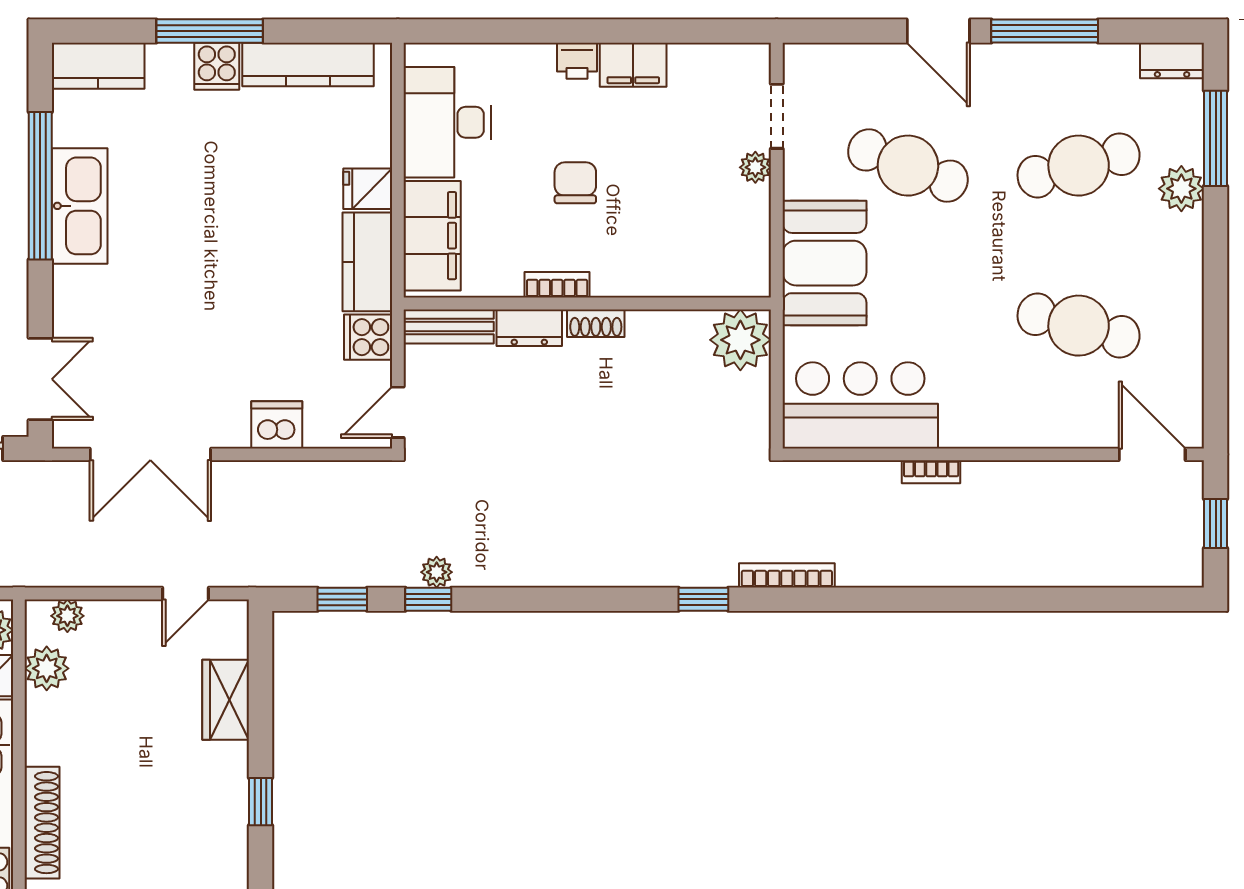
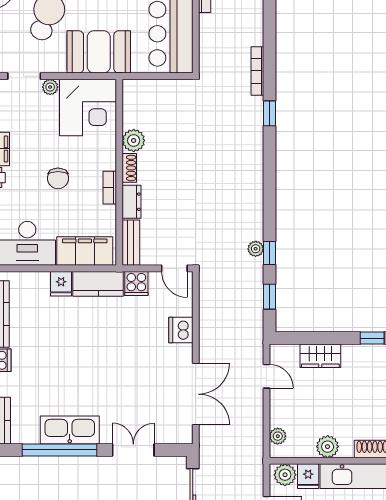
chair: (575, 183) -> (58, 178), turned -90
corner desk: (715, 242) -> (88, 107), added
plant: (740, 340) -> (134, 140), moved, width x0.73, depth x0.73
double door: (40, 379) -> (133, 450), moved
plant: (47, 668) -> (328, 447), moved

